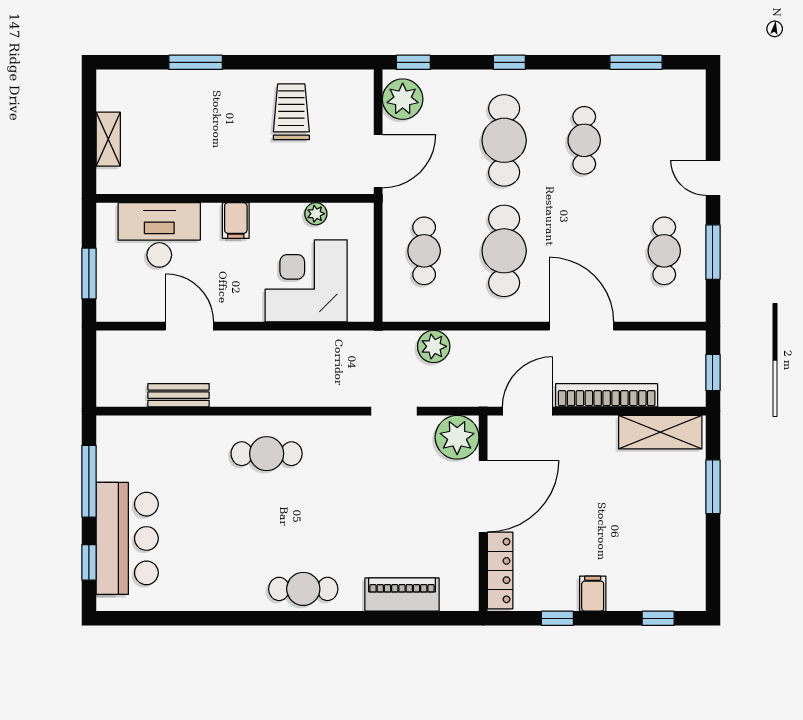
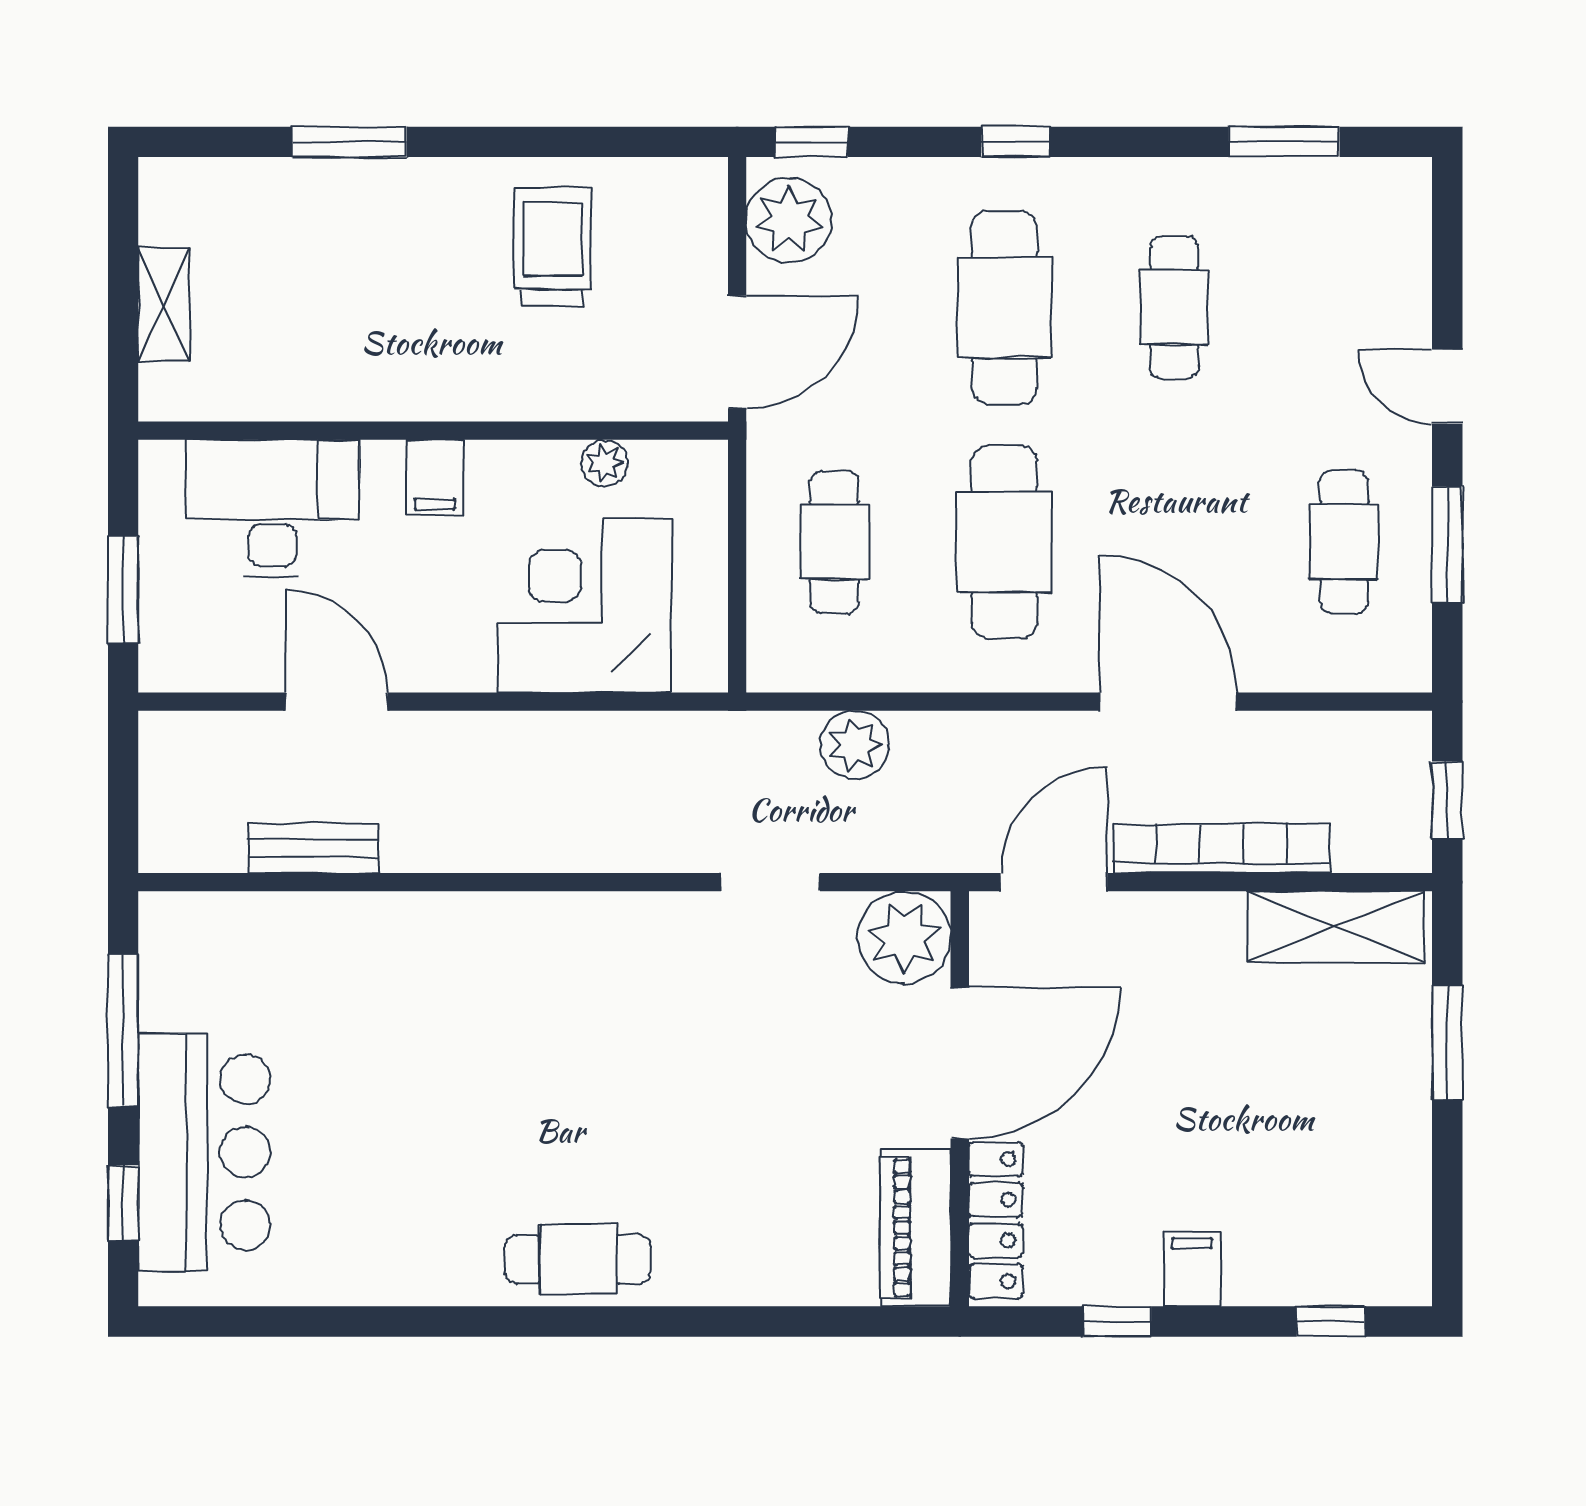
cafe table: (267, 454) -> (500, 972), removed
piano: (402, 595) -> (916, 1228), moved, turned -90

